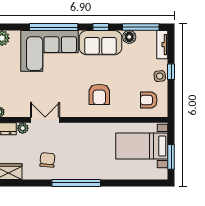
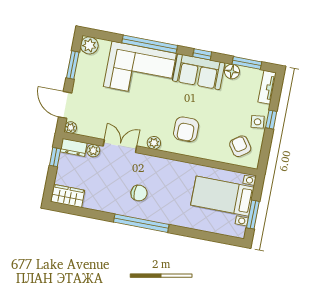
window: (141, 27) -> (247, 63), width x0.69
armchair: (149, 100) -> (240, 146), turned 55
plant: (74, 111) -> (154, 143), added
chair: (47, 160) -> (139, 193), moved, turned 85

